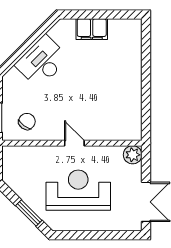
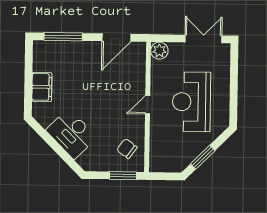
window: (146, 51) -> (63, 37), added
door: (146, 108) -> (116, 38), added
window: (29, 213) -> (203, 157), moved

